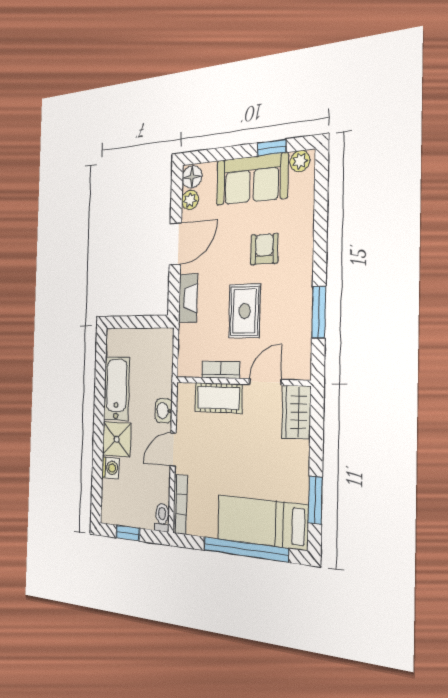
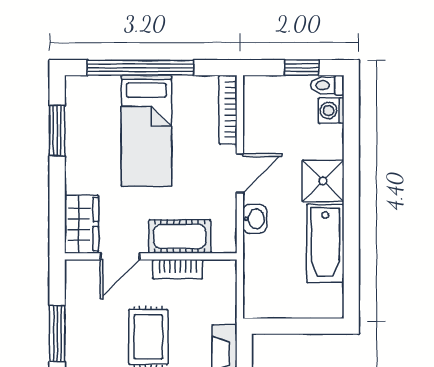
washing machine: (110, 468) -> (331, 111), moved
toilet: (162, 517) -> (327, 85), moved, turned 90
bed: (262, 522) -> (146, 131), moved, turned 90

